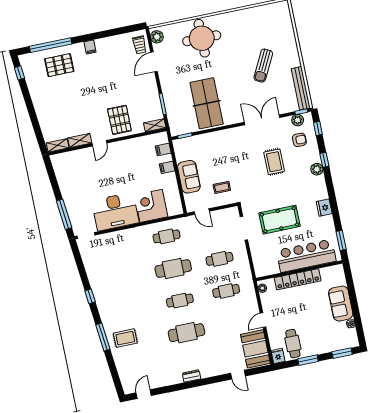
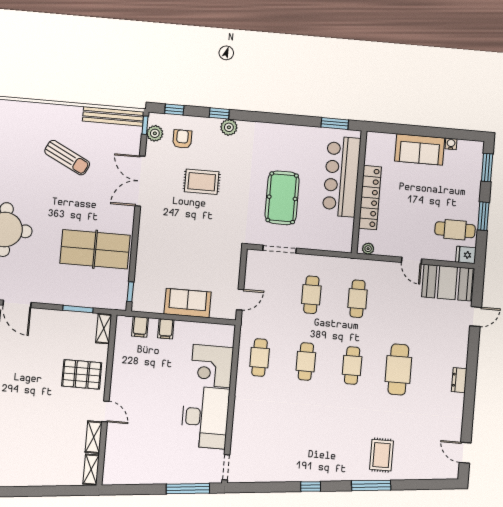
coffee table: (222, 187) -> (215, 263), removed
fridge: (324, 208) -> (284, 133), removed
cafe table: (173, 268) -> (306, 362), width x0.73, depth x0.74

